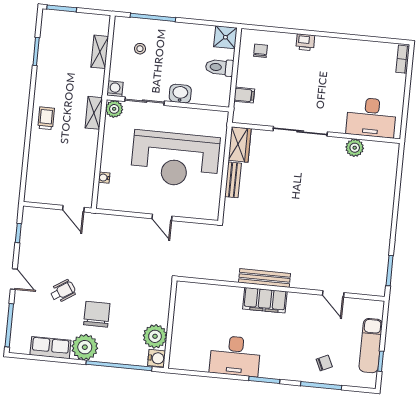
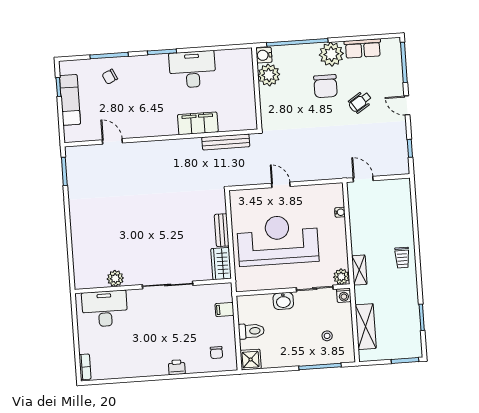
shelving: (100, 52) -> (366, 327), width x1.50, depth x1.33
bench: (264, 278) -> (226, 142), moved
filing cabinet: (265, 300) -> (198, 123), moved

